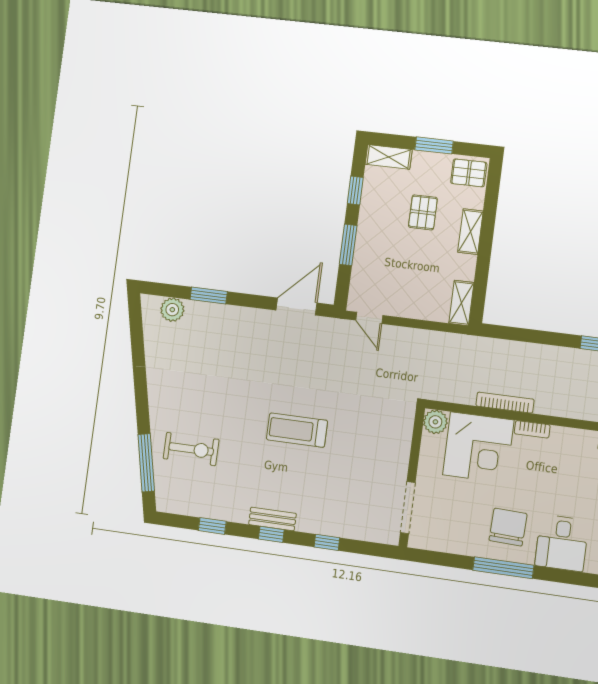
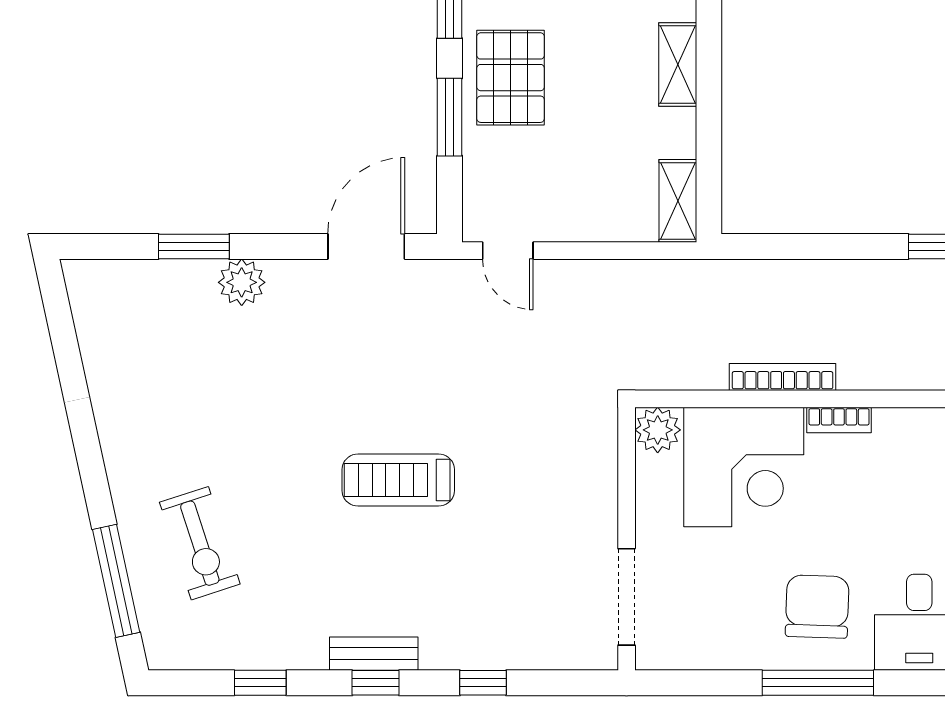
pallet: (423, 212) -> (511, 78), moved, width x1.50, depth x1.42
plant: (172, 310) -> (242, 282), moved
exercise bike: (191, 449) -> (200, 543), turned 72

